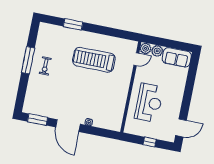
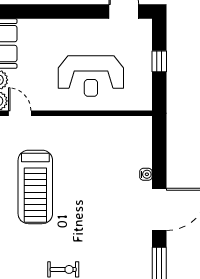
reception desk: (149, 103) -> (91, 76), turned 180

